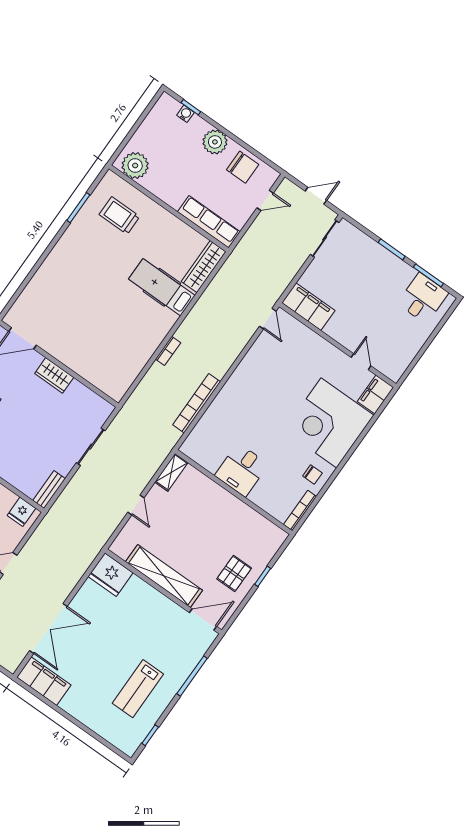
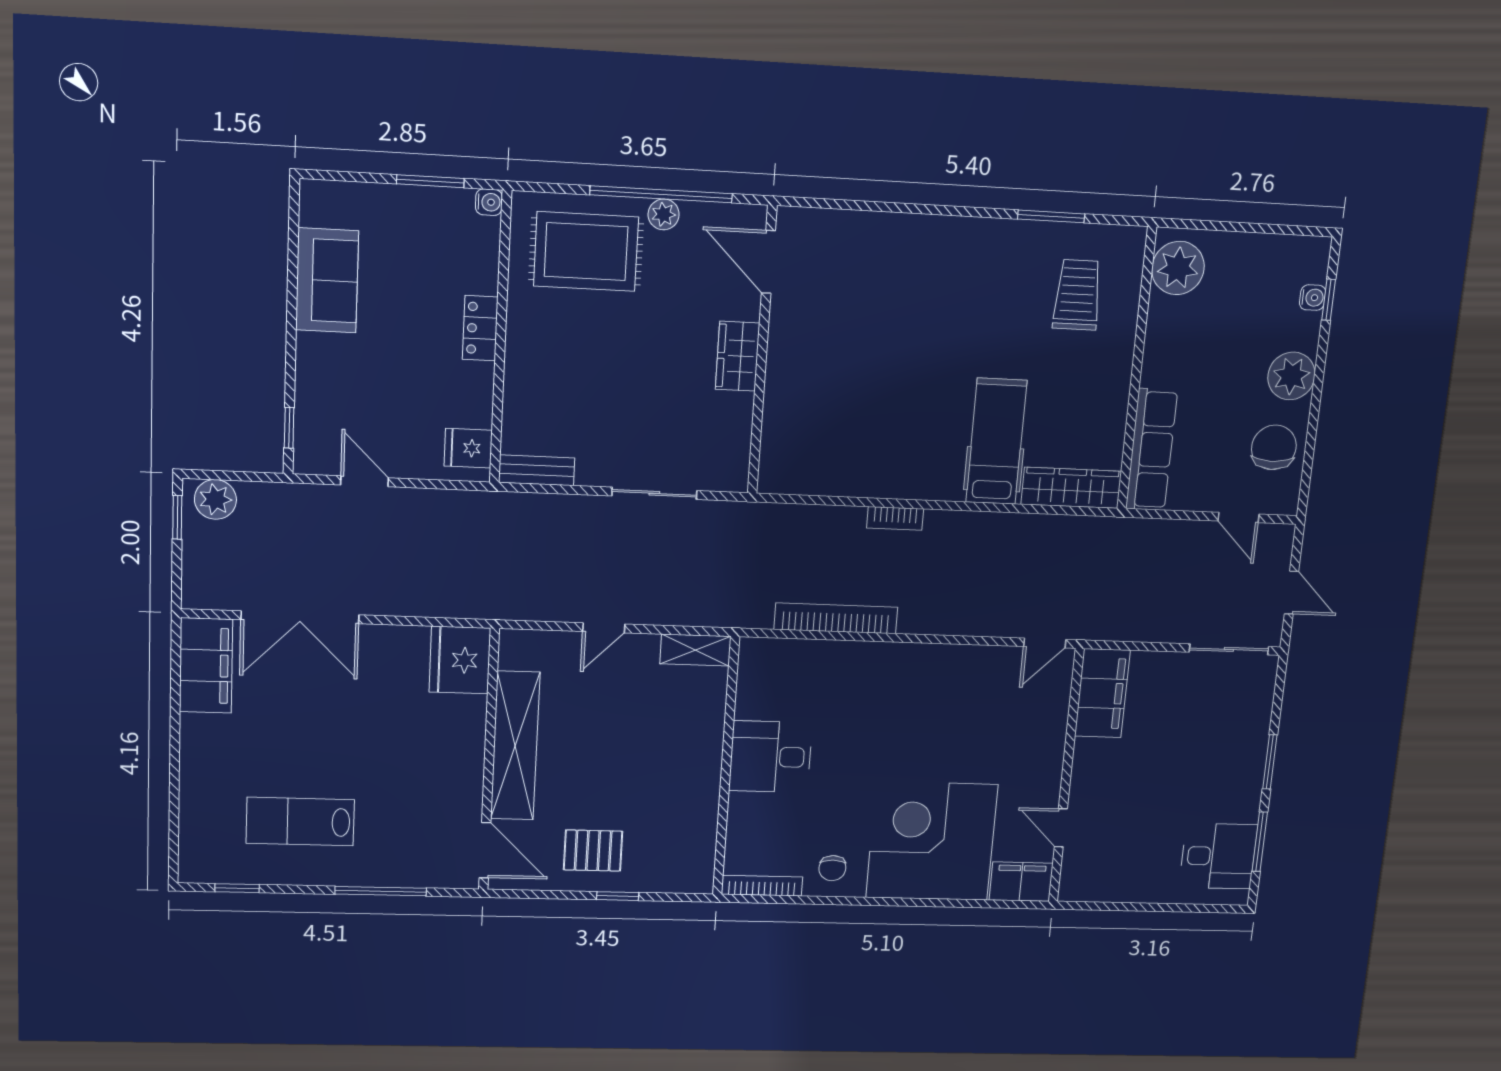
chair: (243, 167) -> (1274, 447), turned 180
door: (361, 362) -> (1061, 828), swing flipped

